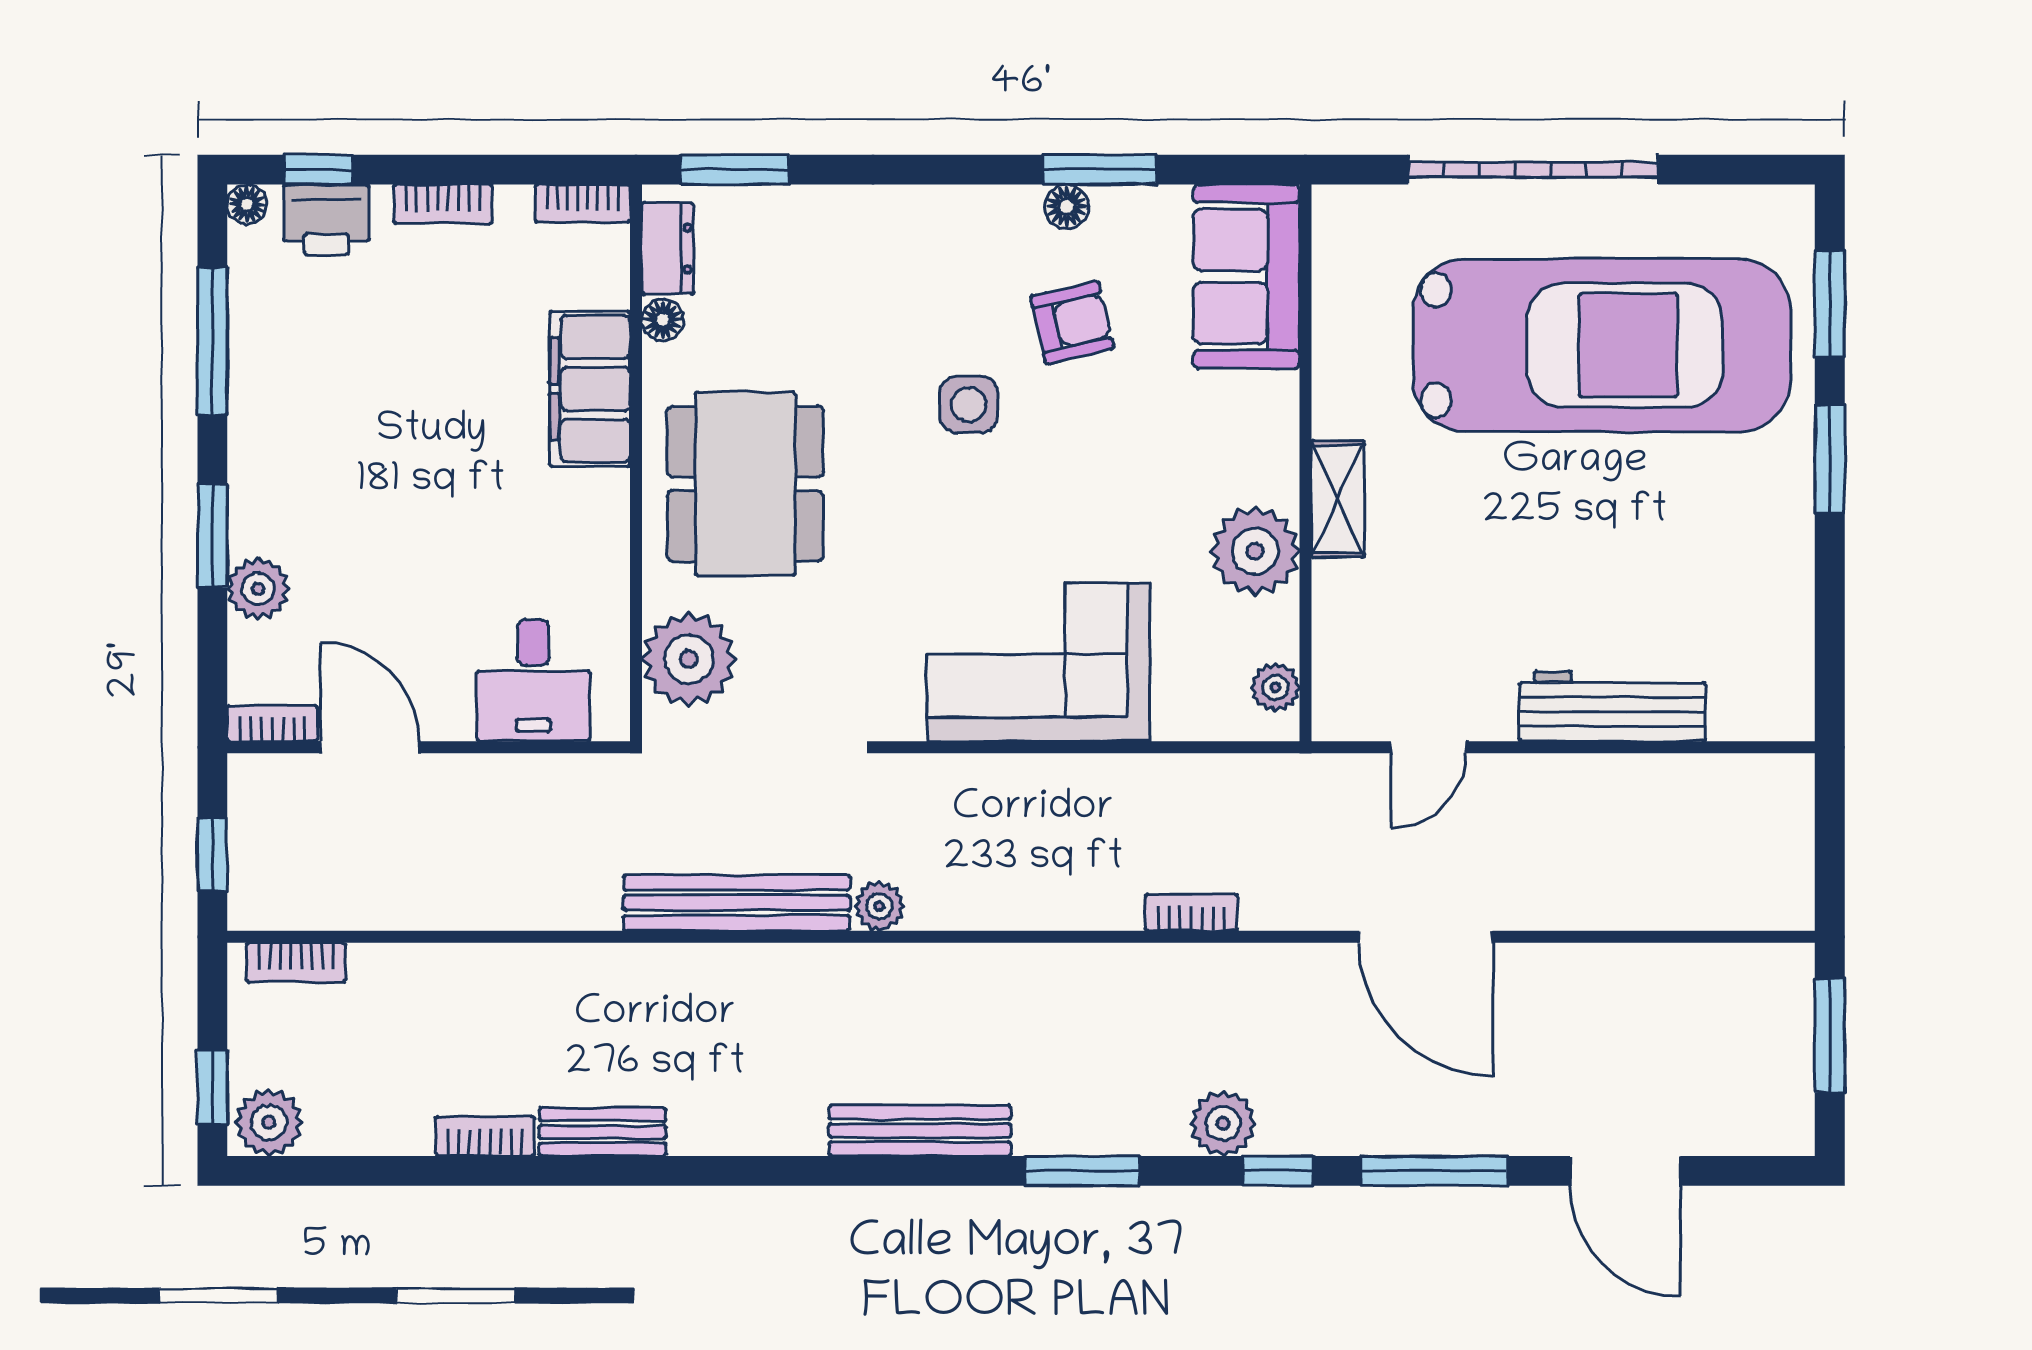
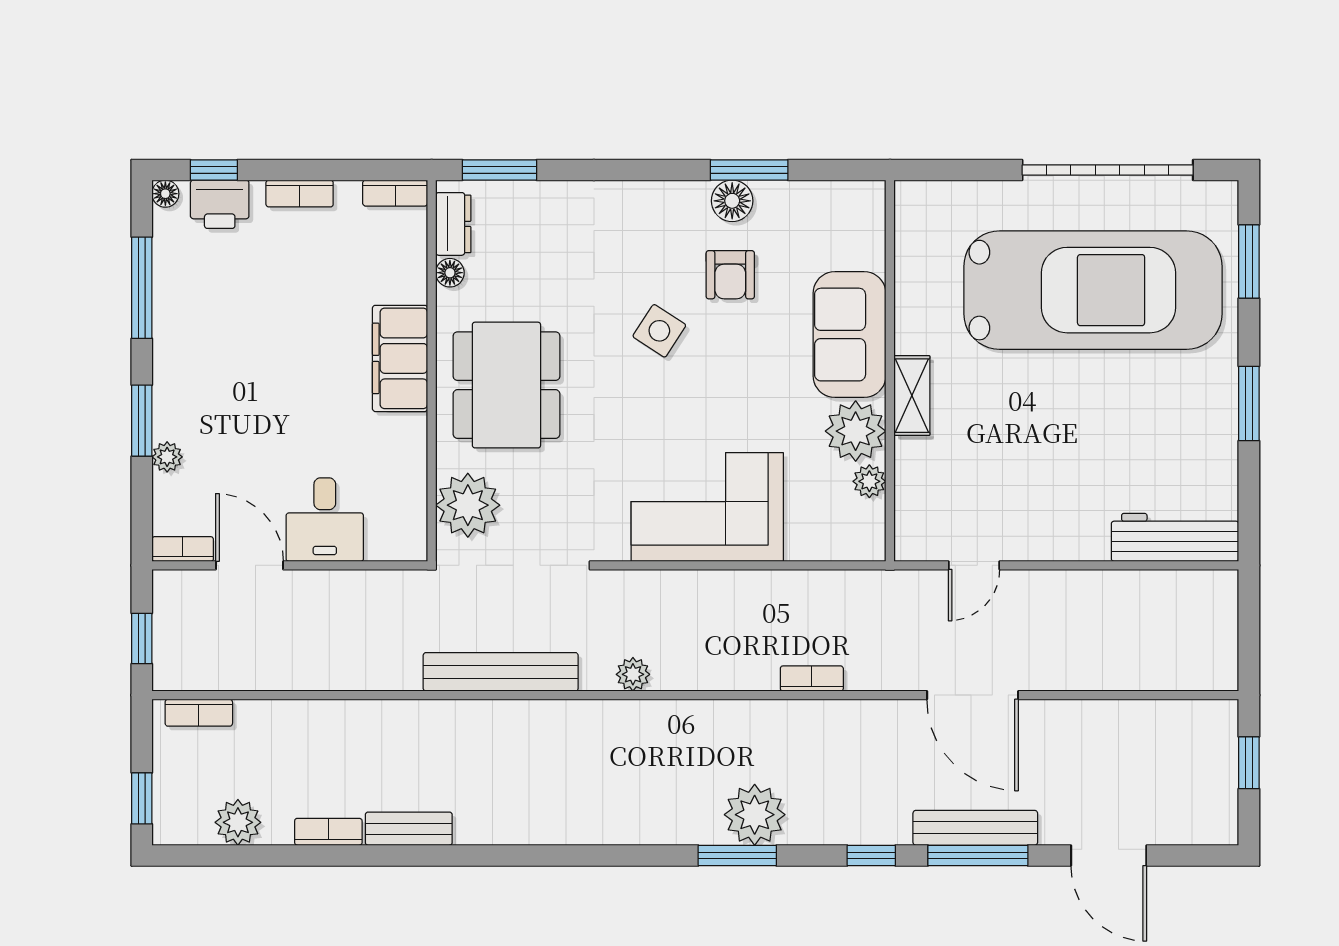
garage door: (1533, 170) -> (1108, 170), moved
floor lamp: (1067, 207) -> (732, 201), width x1.37, depth x1.37
sofa: (1246, 276) -> (849, 335), moved
armchair: (1072, 323) -> (730, 275), turned 103
filing cabinet: (590, 389) -> (400, 358), moved
side table: (969, 405) -> (659, 331), turned 33
window: (1830, 459) -> (1249, 403), moved
plant: (258, 589) -> (167, 457), width x0.73, depth x0.73
desk: (533, 680) -> (325, 520), moved
plant: (1275, 687) -> (869, 481), moved
workbench: (1612, 706) -> (1175, 537), moved
plant: (879, 906) -> (633, 674), moved
window: (1830, 1035) -> (1249, 763), width x0.67
plant: (269, 1122) -> (238, 822), moved
plant: (1223, 1123) -> (755, 815), moved, width x1.36, depth x1.36
bench: (920, 1131) -> (975, 828), moved

